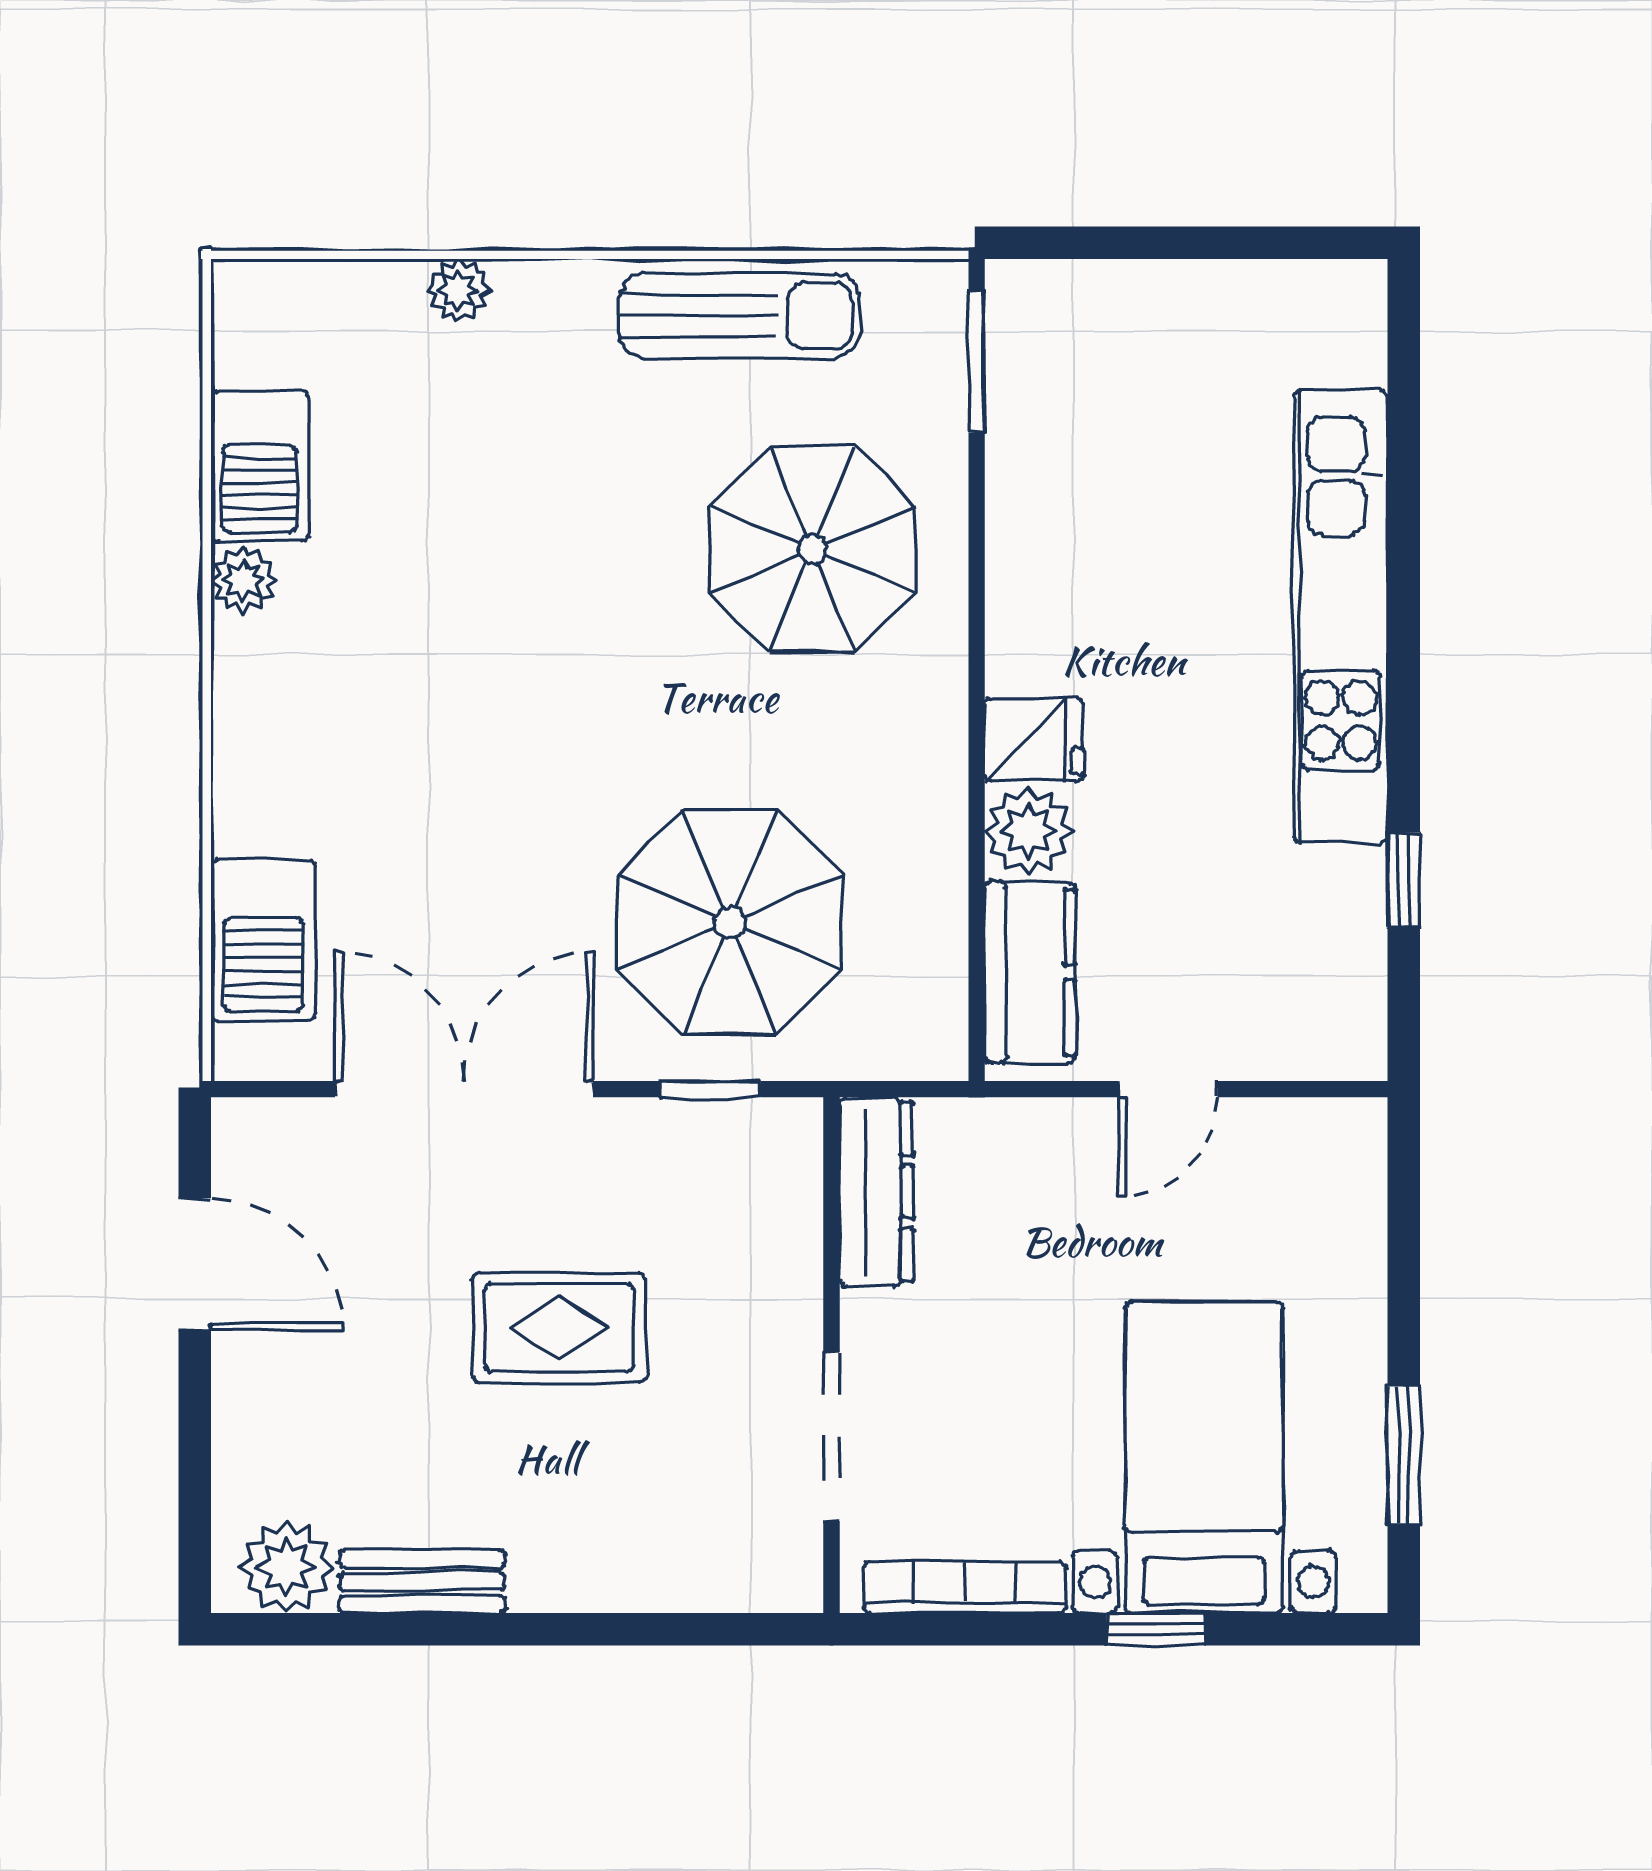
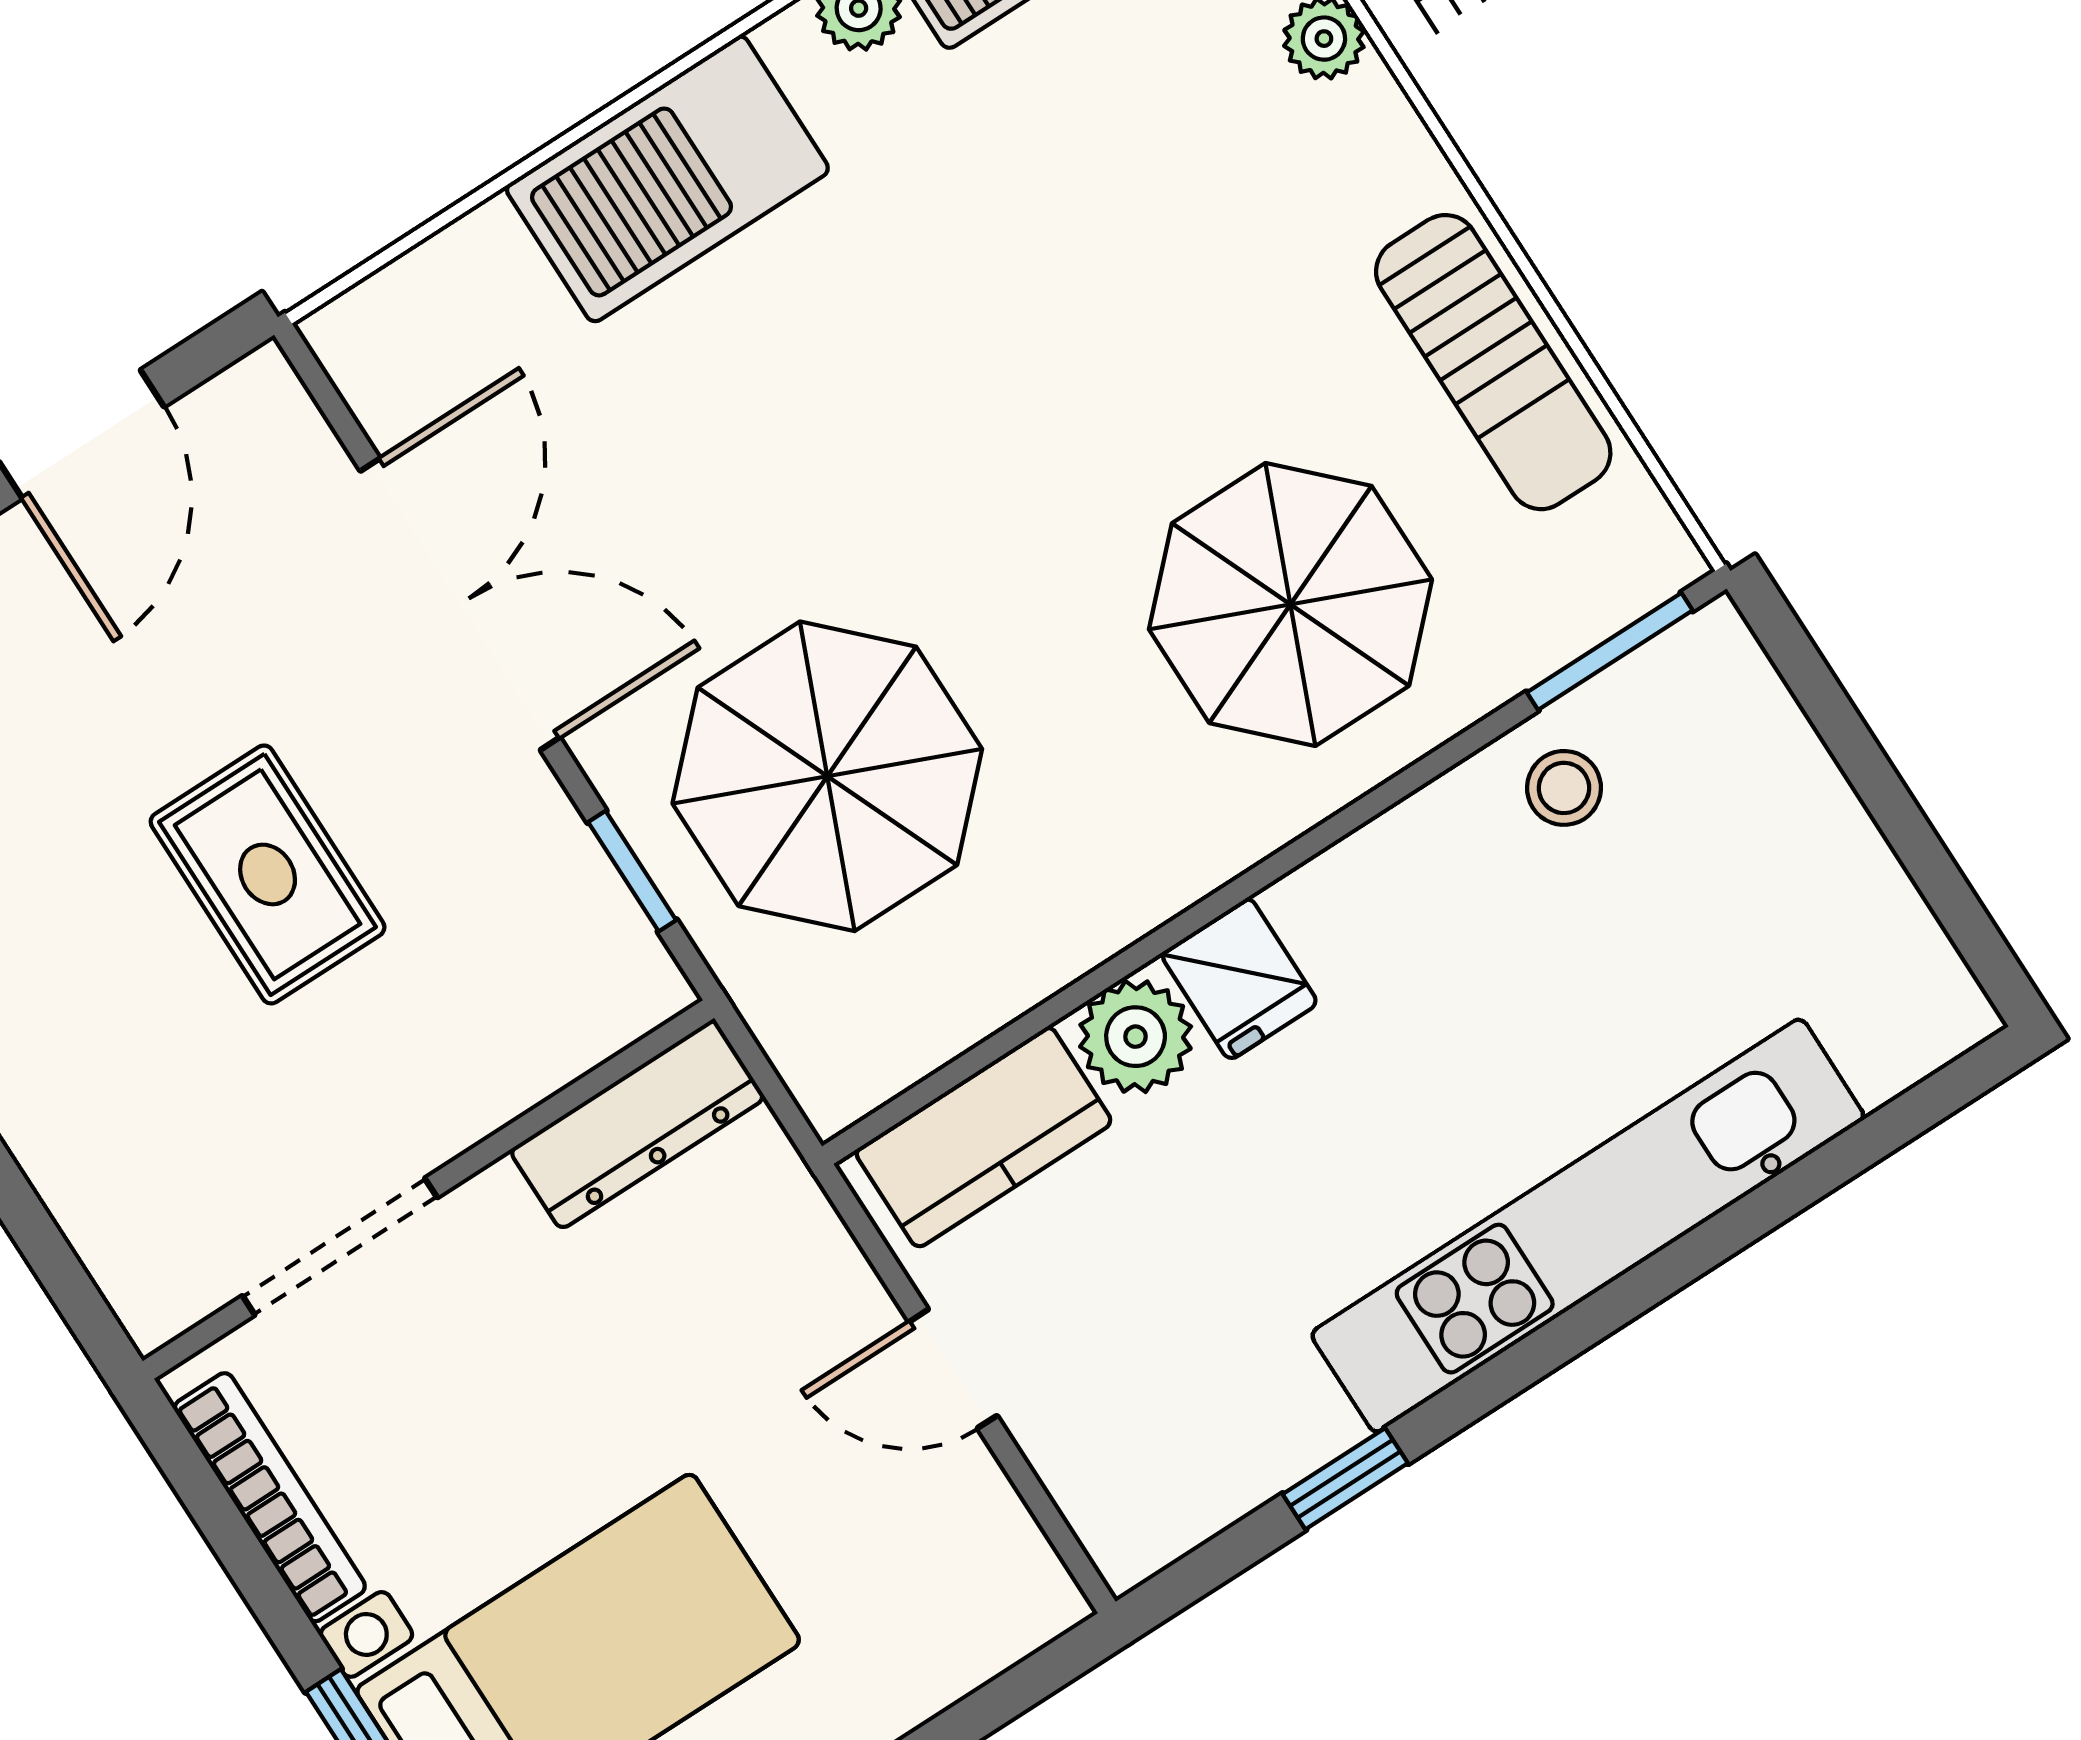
stool: (1046, 448) -> (1564, 788), added
barbecue: (263, 940) -> (667, 179), moved, width x1.37, depth x1.21

